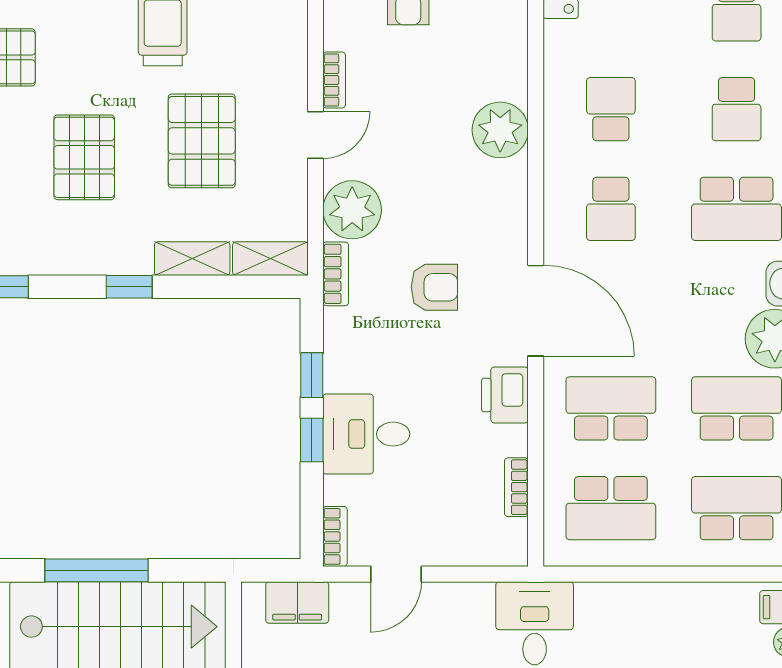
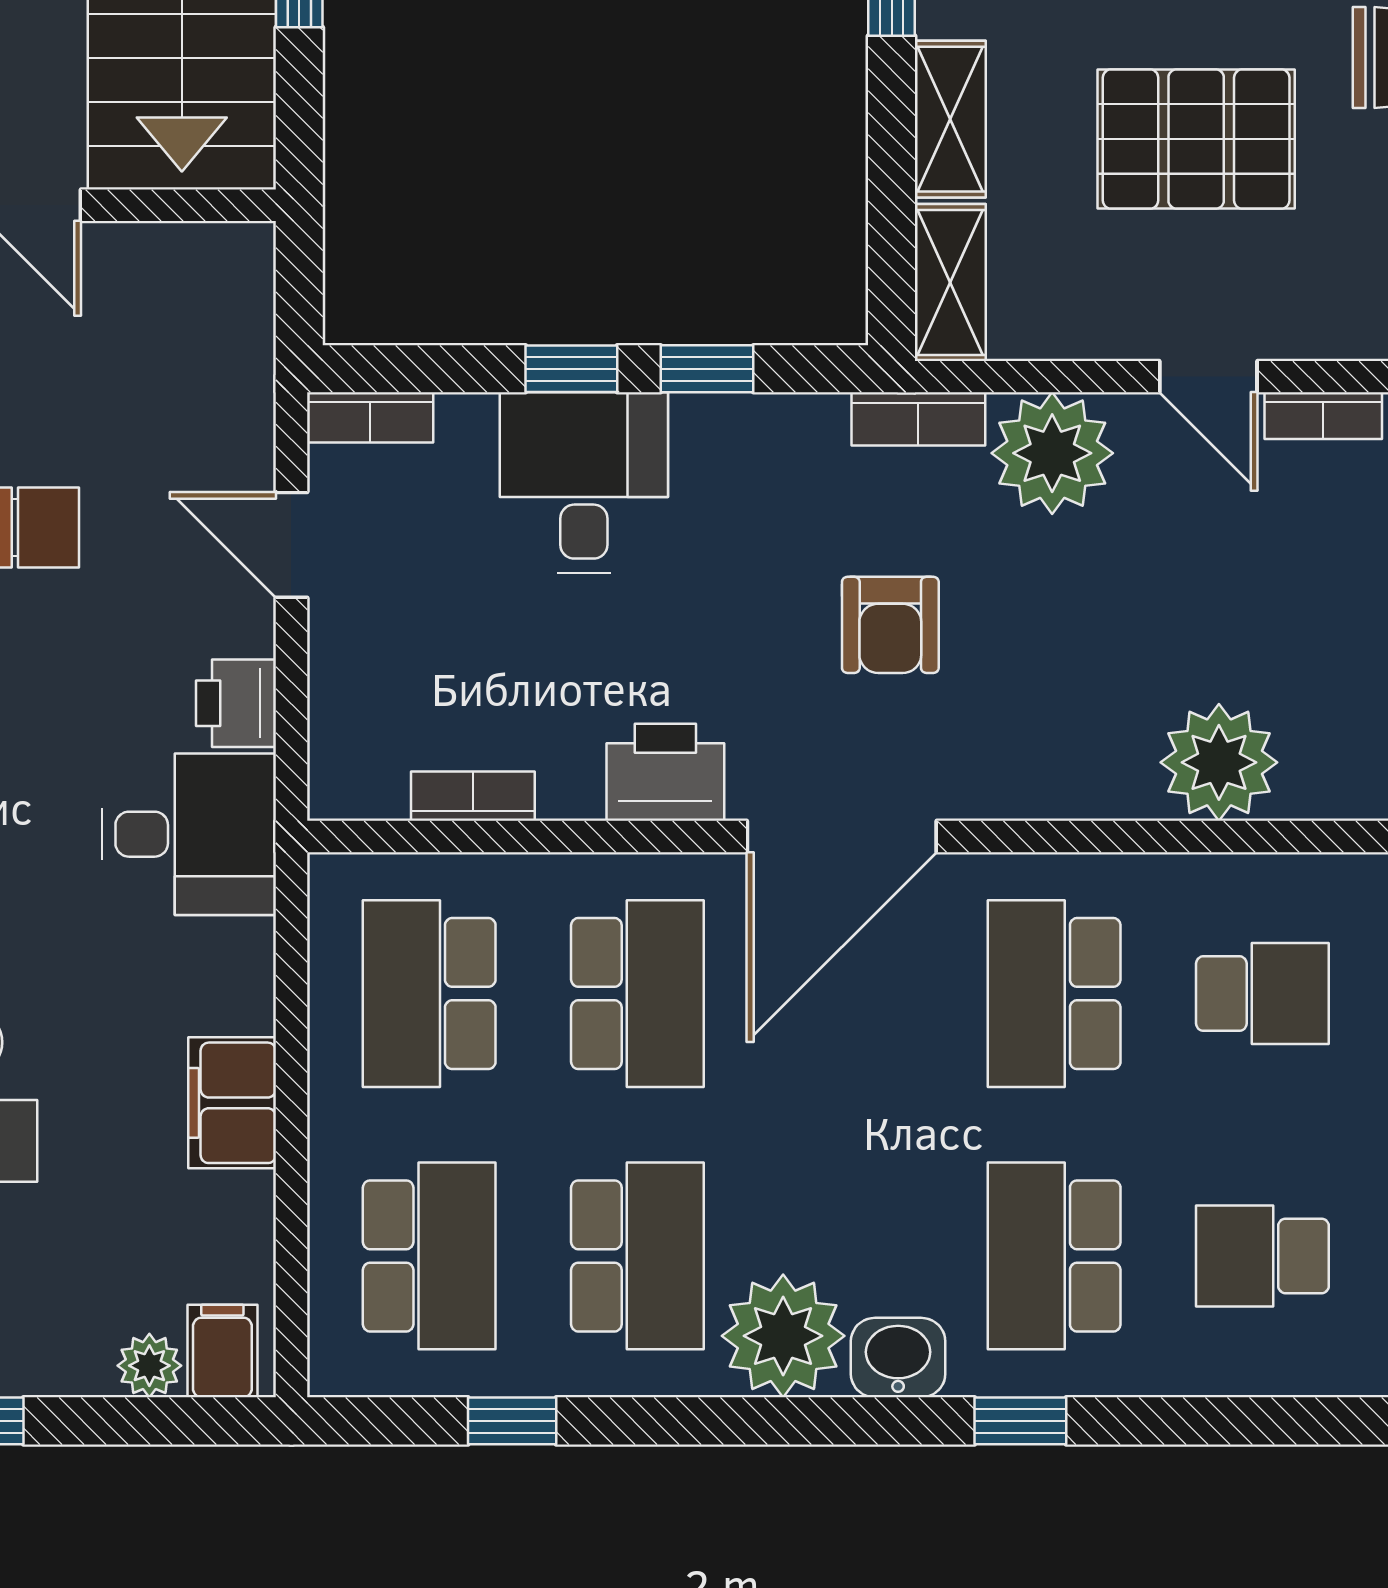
school desk: (611, 209) -> (1054, 994), width x1.85
printer: (472, 601) -> (236, 703), added
filing cabinet: (297, 602) -> (232, 1103), moved

